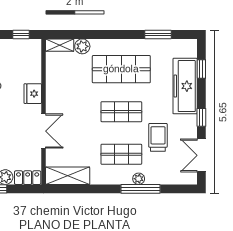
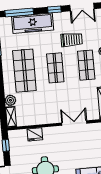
window: (201, 69) -> (19, 13), width x2.17
fridge: (33, 94) -> (35, 134), moved
trolley: (158, 137) -> (72, 40), turned 180

